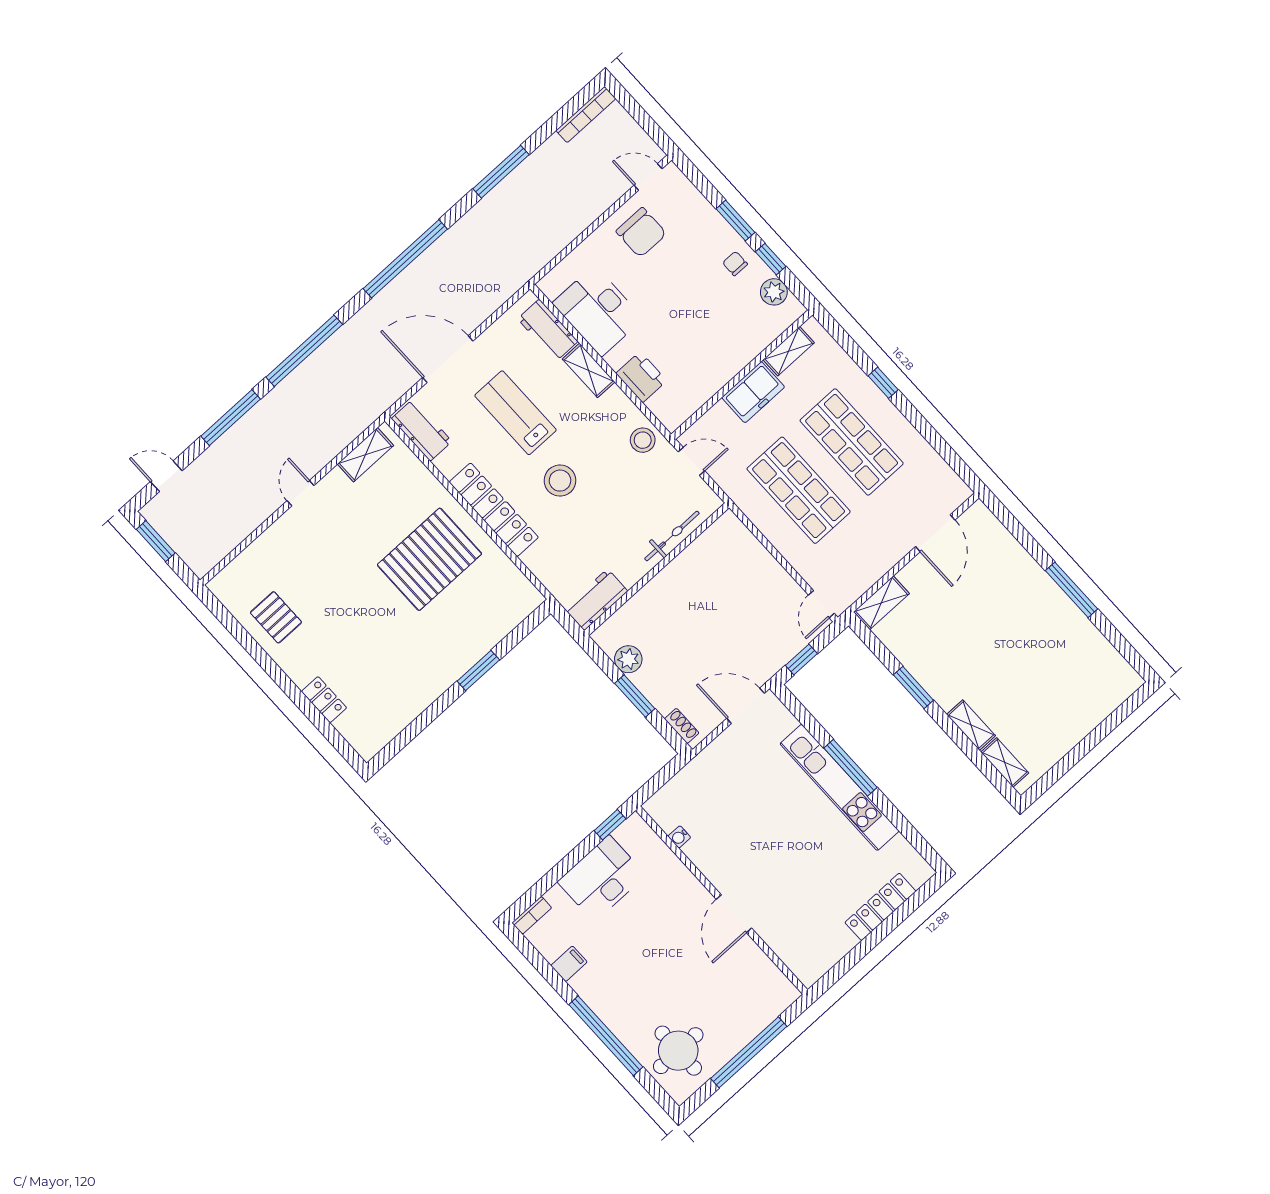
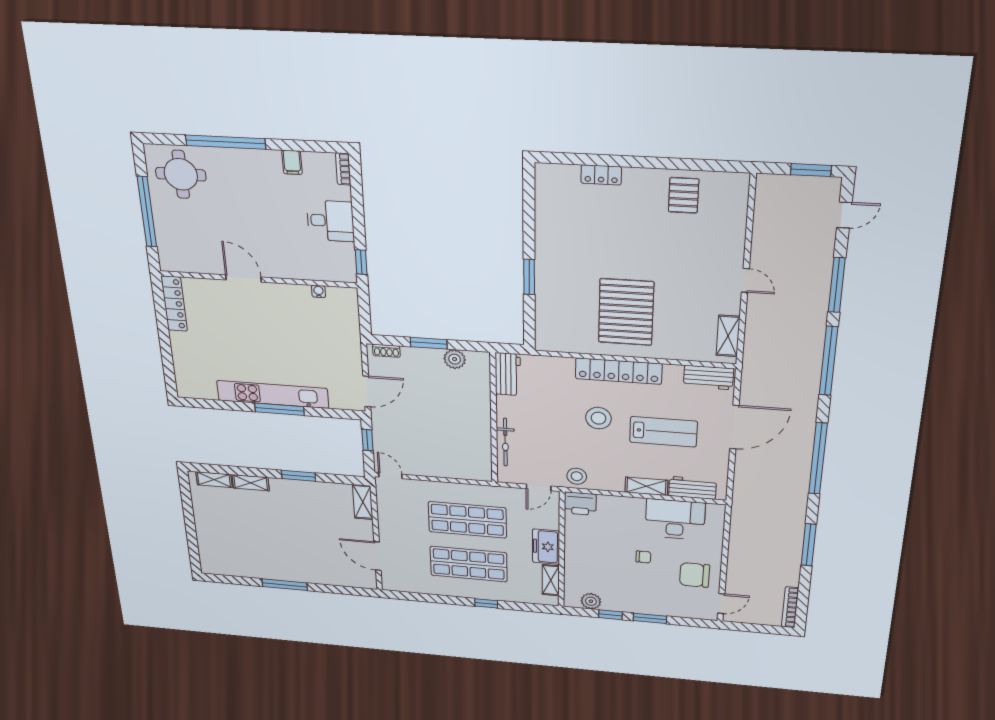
chair: (735, 263) -> (643, 557), moved
printer: (641, 377) -> (580, 504), moved
pallet: (276, 617) -> (684, 195), turned 90
desk: (602, 878) -> (330, 221), width x0.73
locker: (880, 907) -> (174, 304), moved

